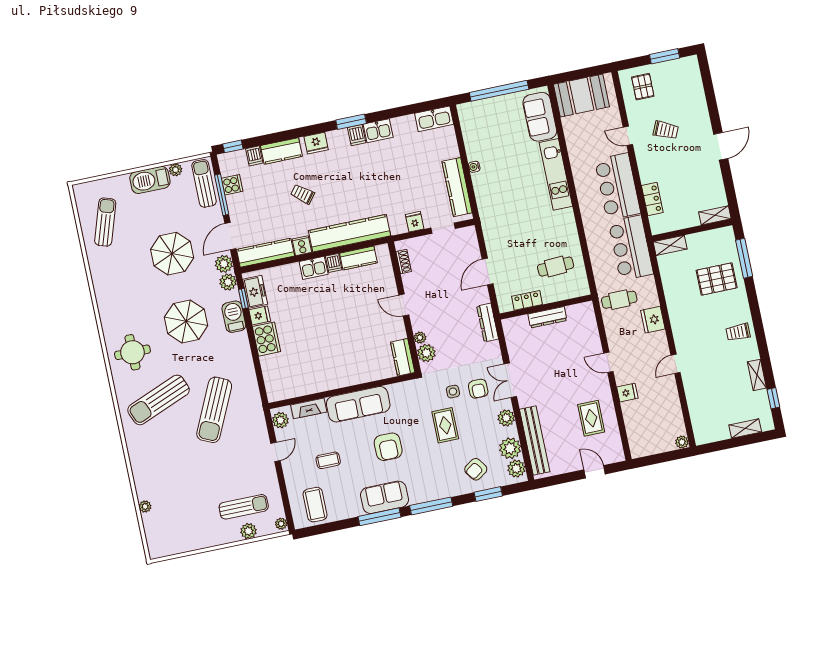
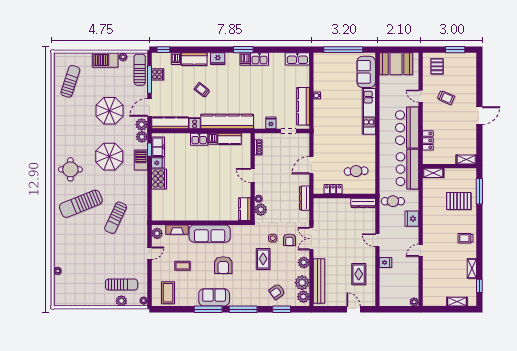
dresser: (547, 317) -> (363, 203), moved
sun lounger: (214, 410) -> (116, 218), width x0.73, depth x0.75

